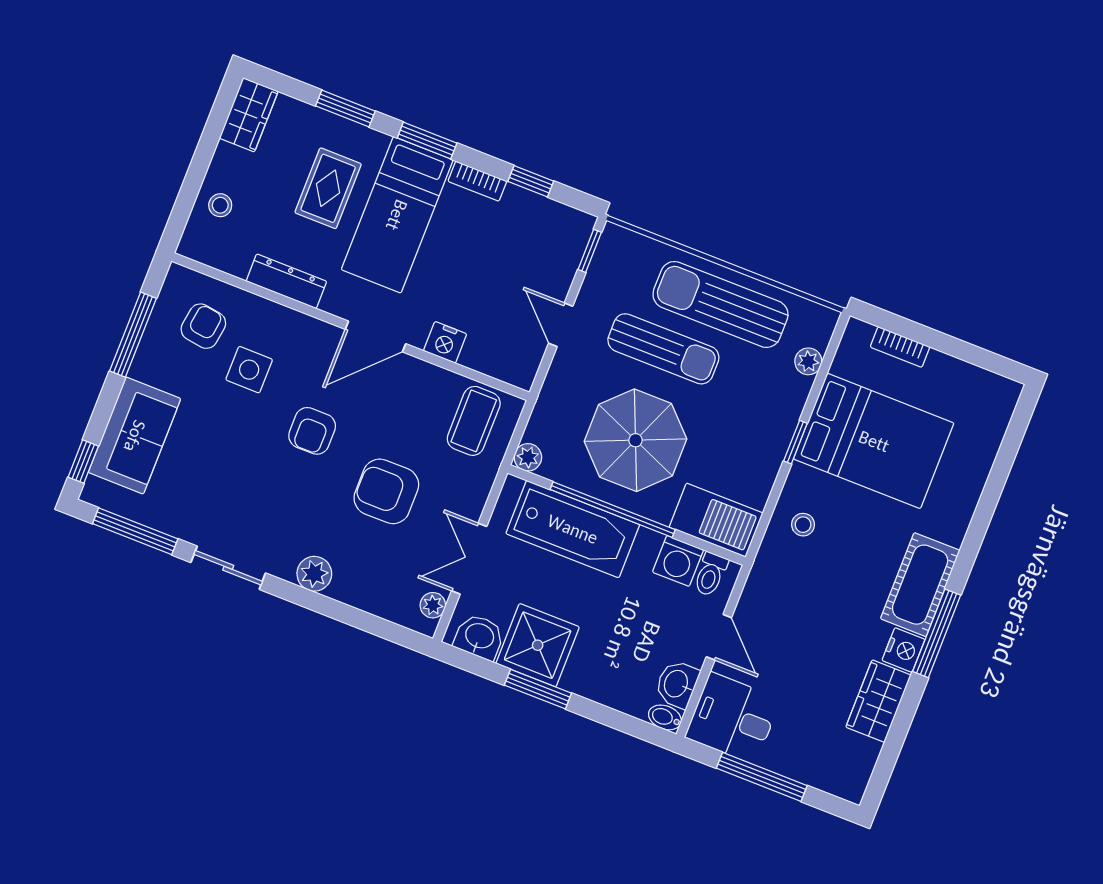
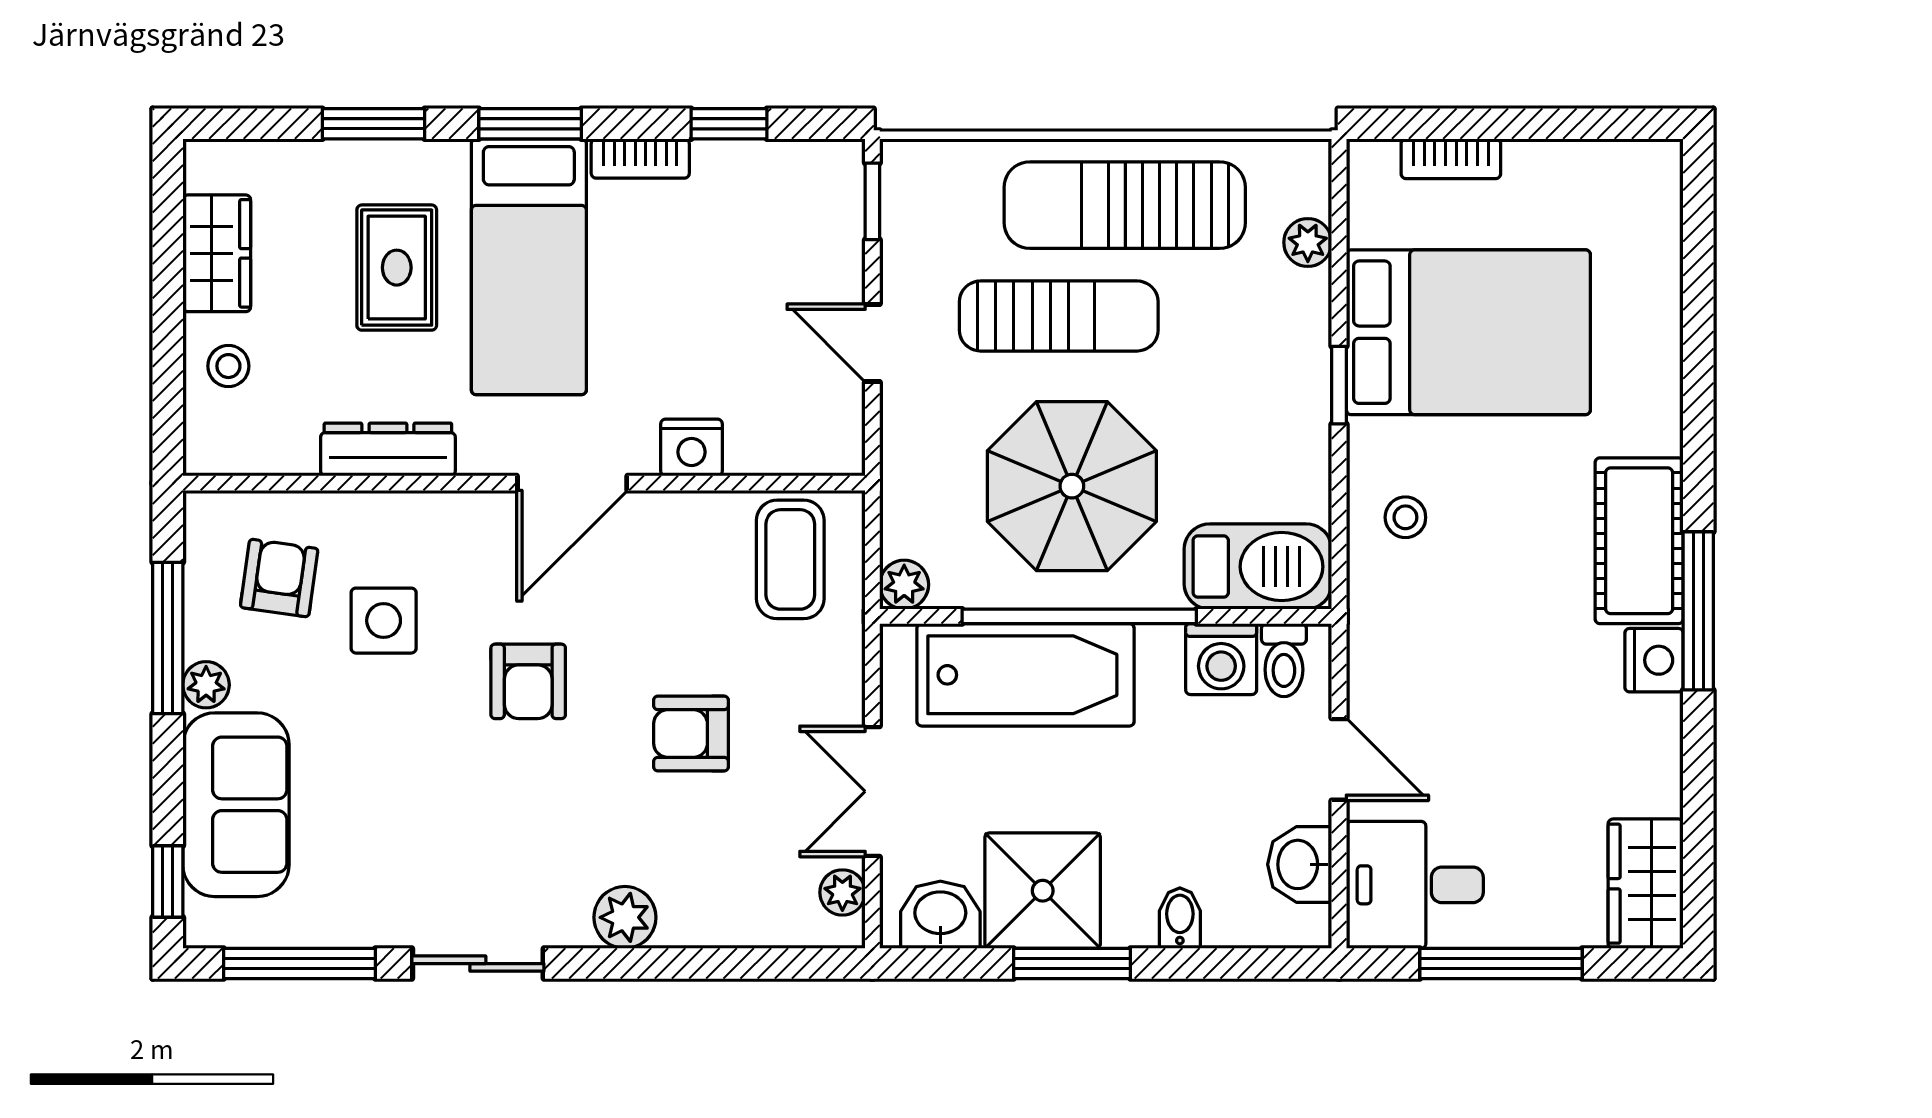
wardrobe: (249, 115) -> (217, 253), moved
plant: (143, 367) -> (206, 685), added
armchair: (386, 491) -> (691, 734), width x0.72, depth x0.72
wardrobe: (878, 701) -> (1646, 884), moved
bidet: (665, 717) -> (1180, 918), moved, turned 90

